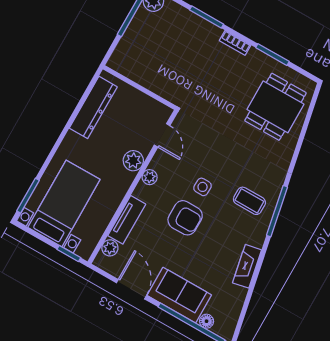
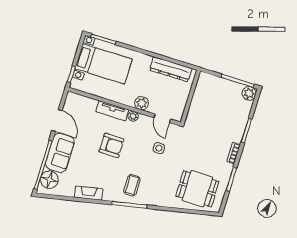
door: (162, 135) -> (162, 118), hinge flipped
side table: (203, 187) -> (159, 148), moved
armchair: (185, 218) -> (111, 145), turned -90
tv unit: (127, 220) -> (112, 111), moved
plant: (110, 248) -> (81, 100), removed
door: (131, 289) -> (57, 120), hinge flipped
floor lamp: (207, 321) -> (49, 180), width x1.89, depth x1.89

